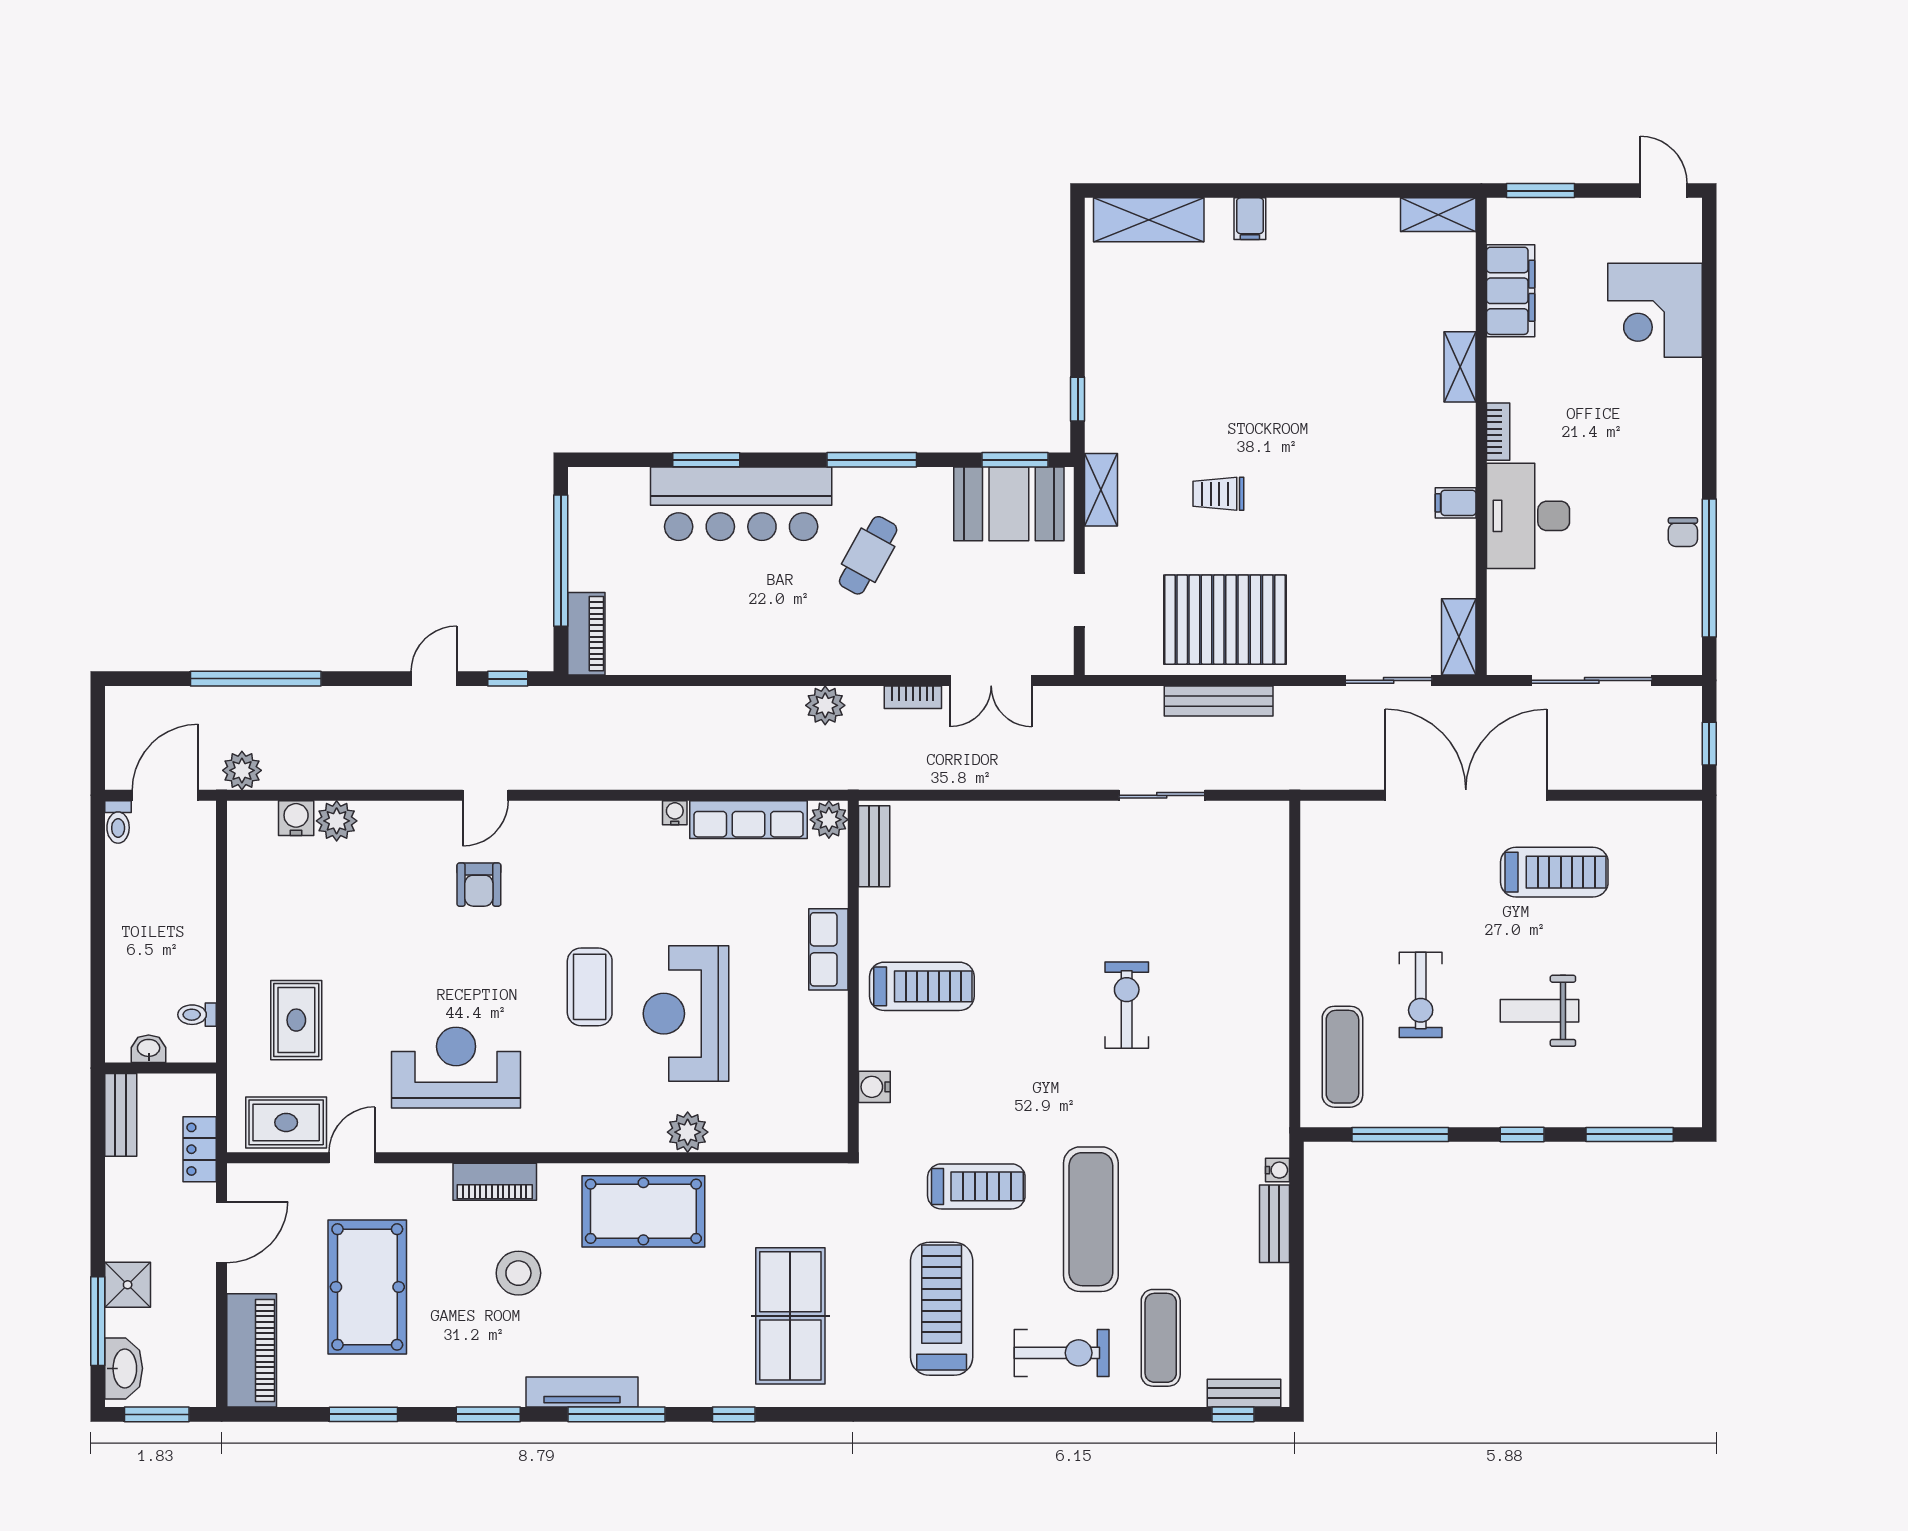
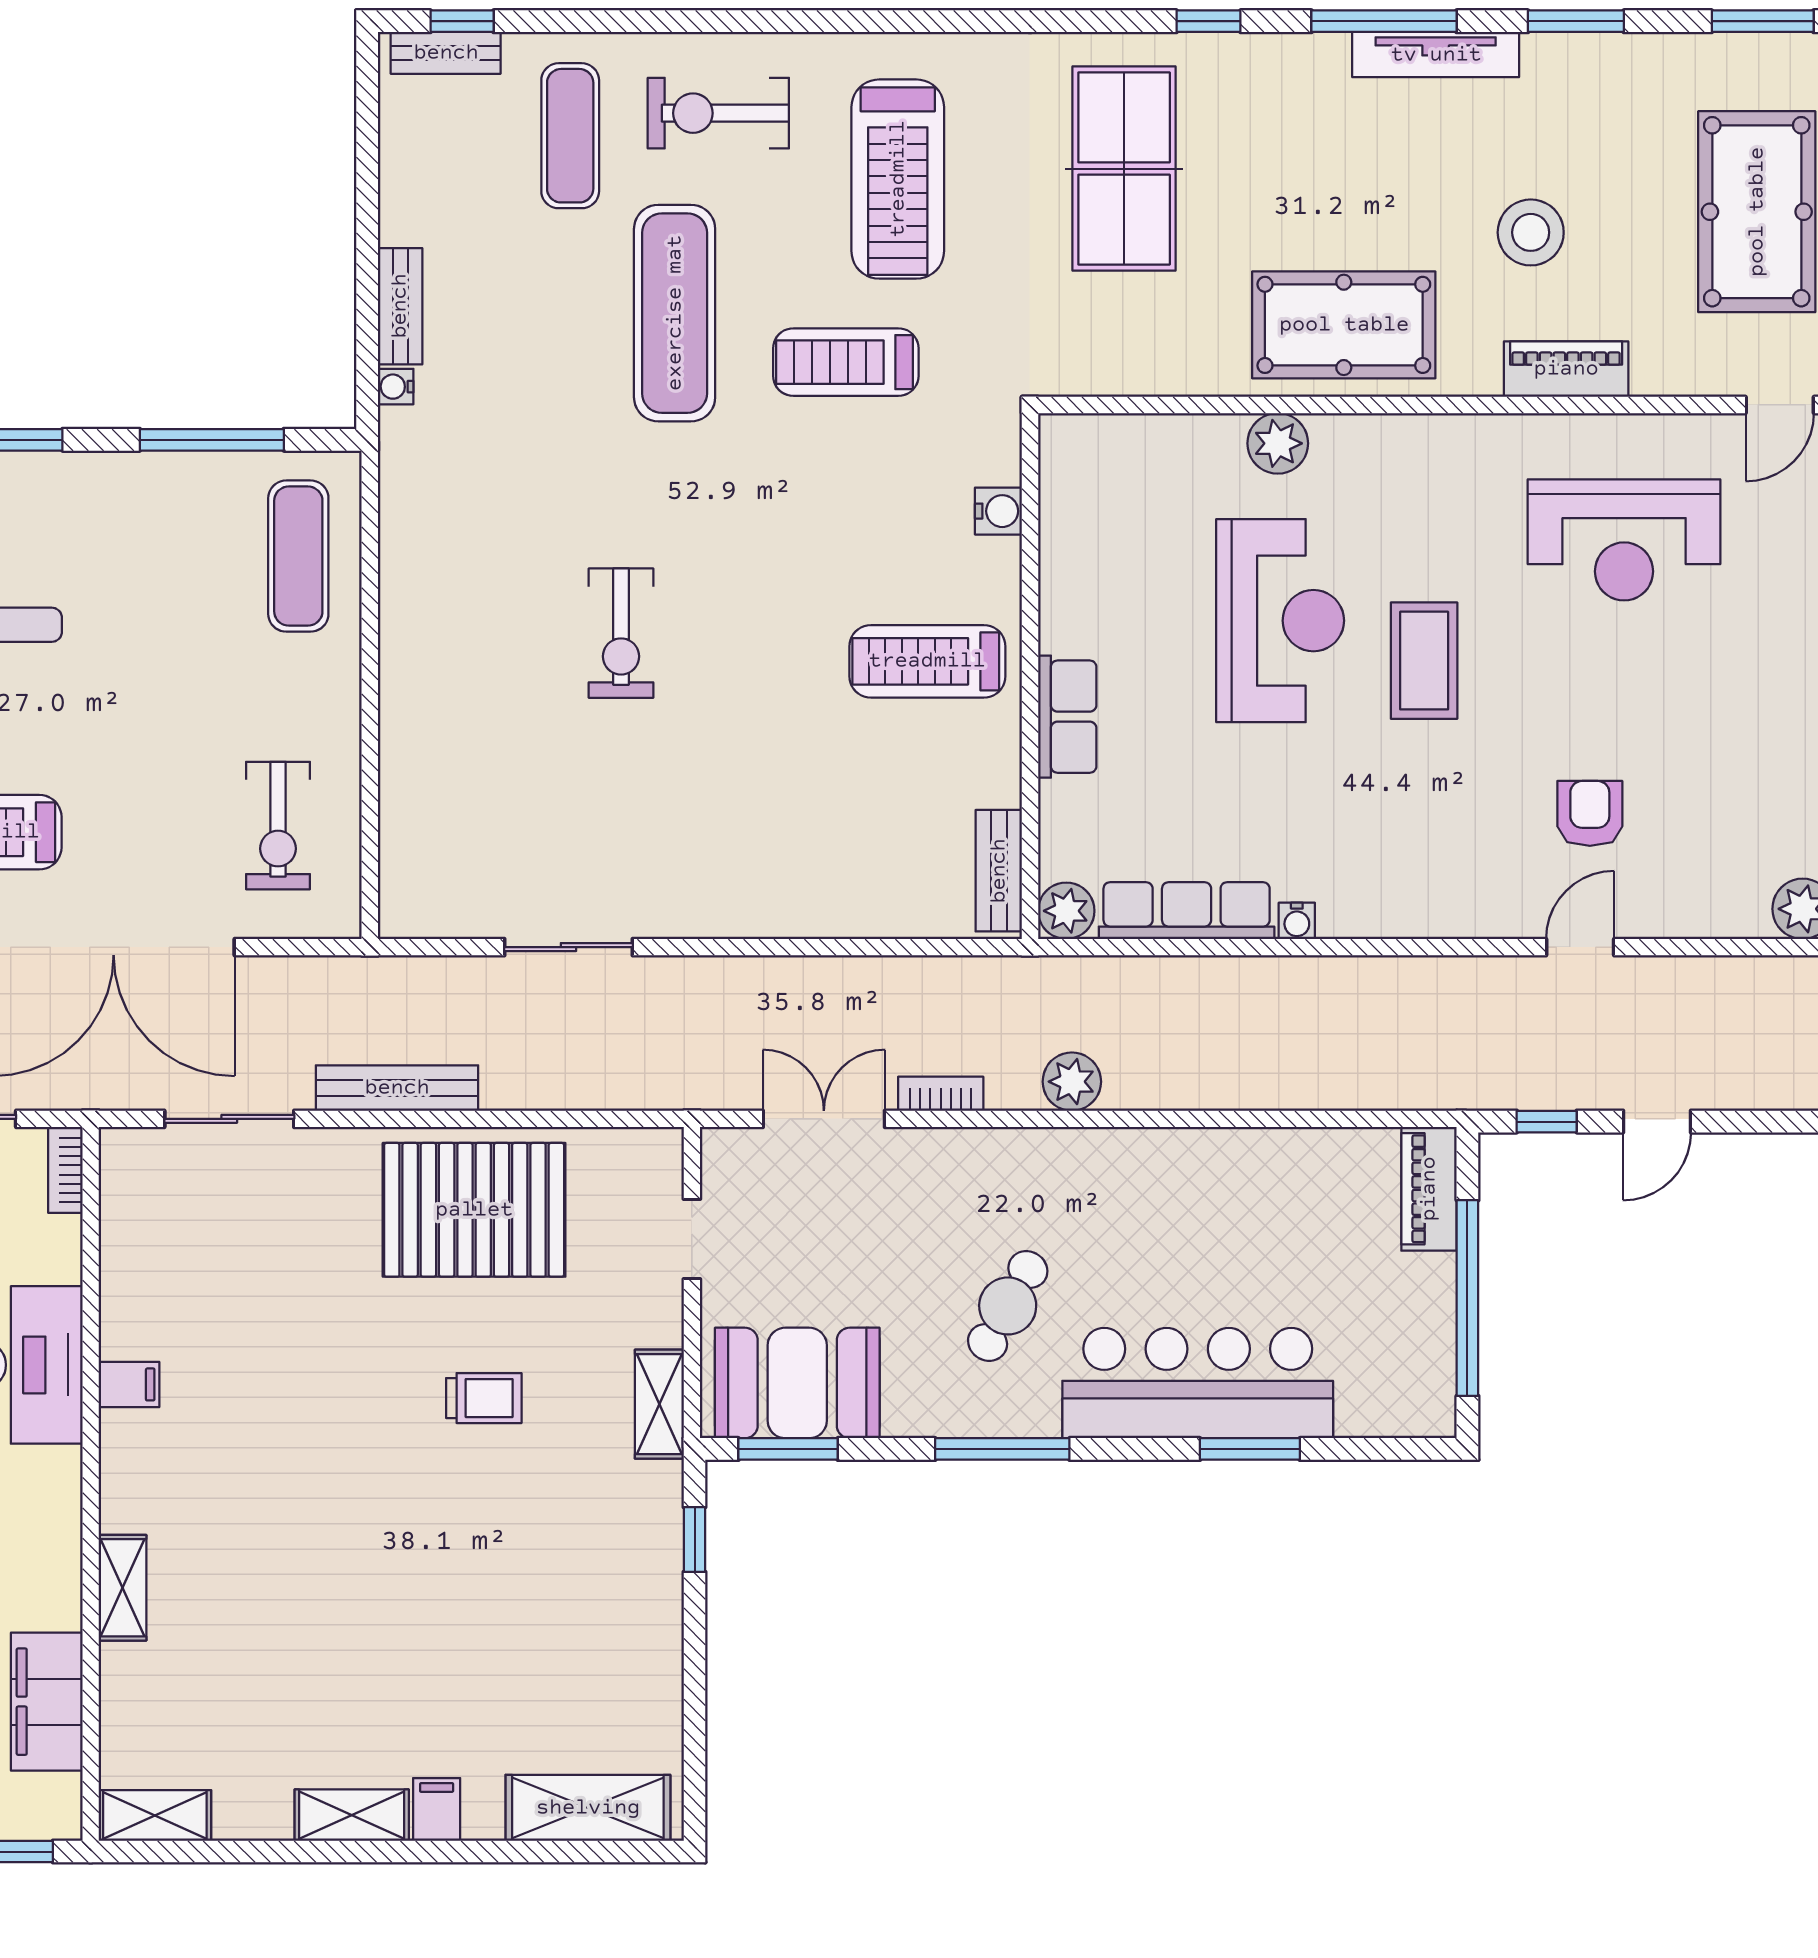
bookcase: (1498, 432) -> (65, 1170), moved
shelving: (1459, 637) -> (352, 1815), moved, turned 90
bench: (1219, 701) -> (397, 1088), moved
exercise bike: (1421, 995) -> (278, 826), moved, turned 180

